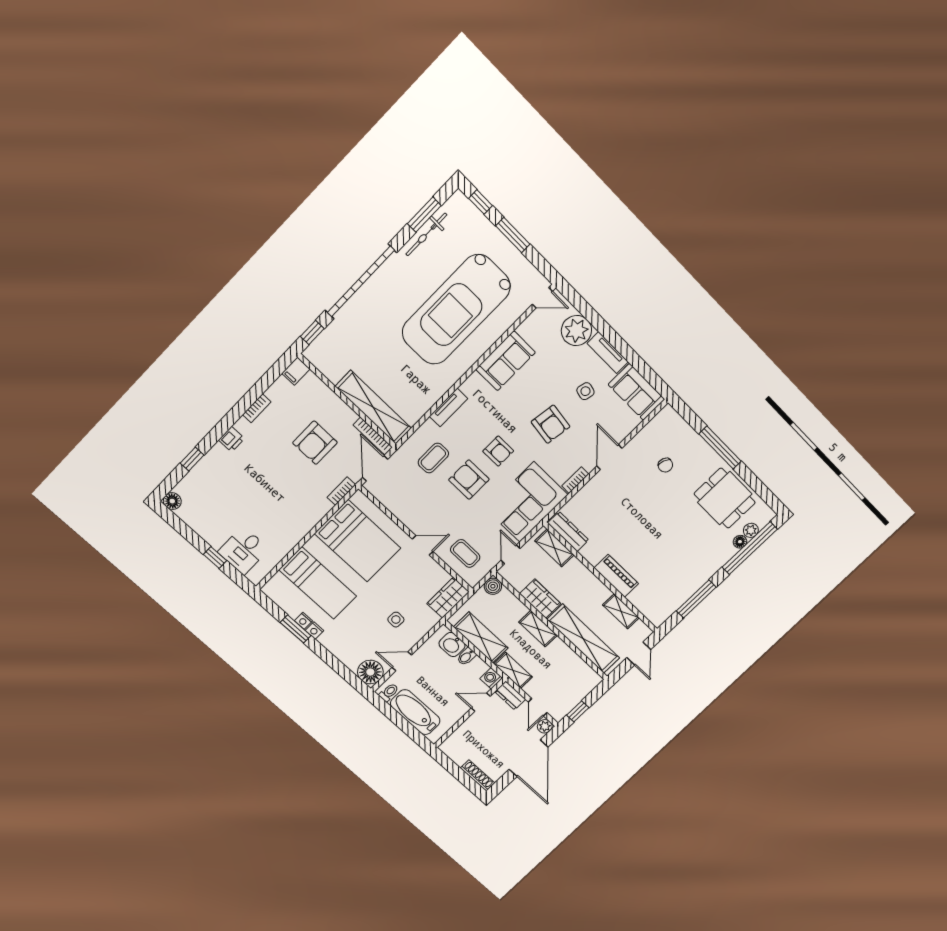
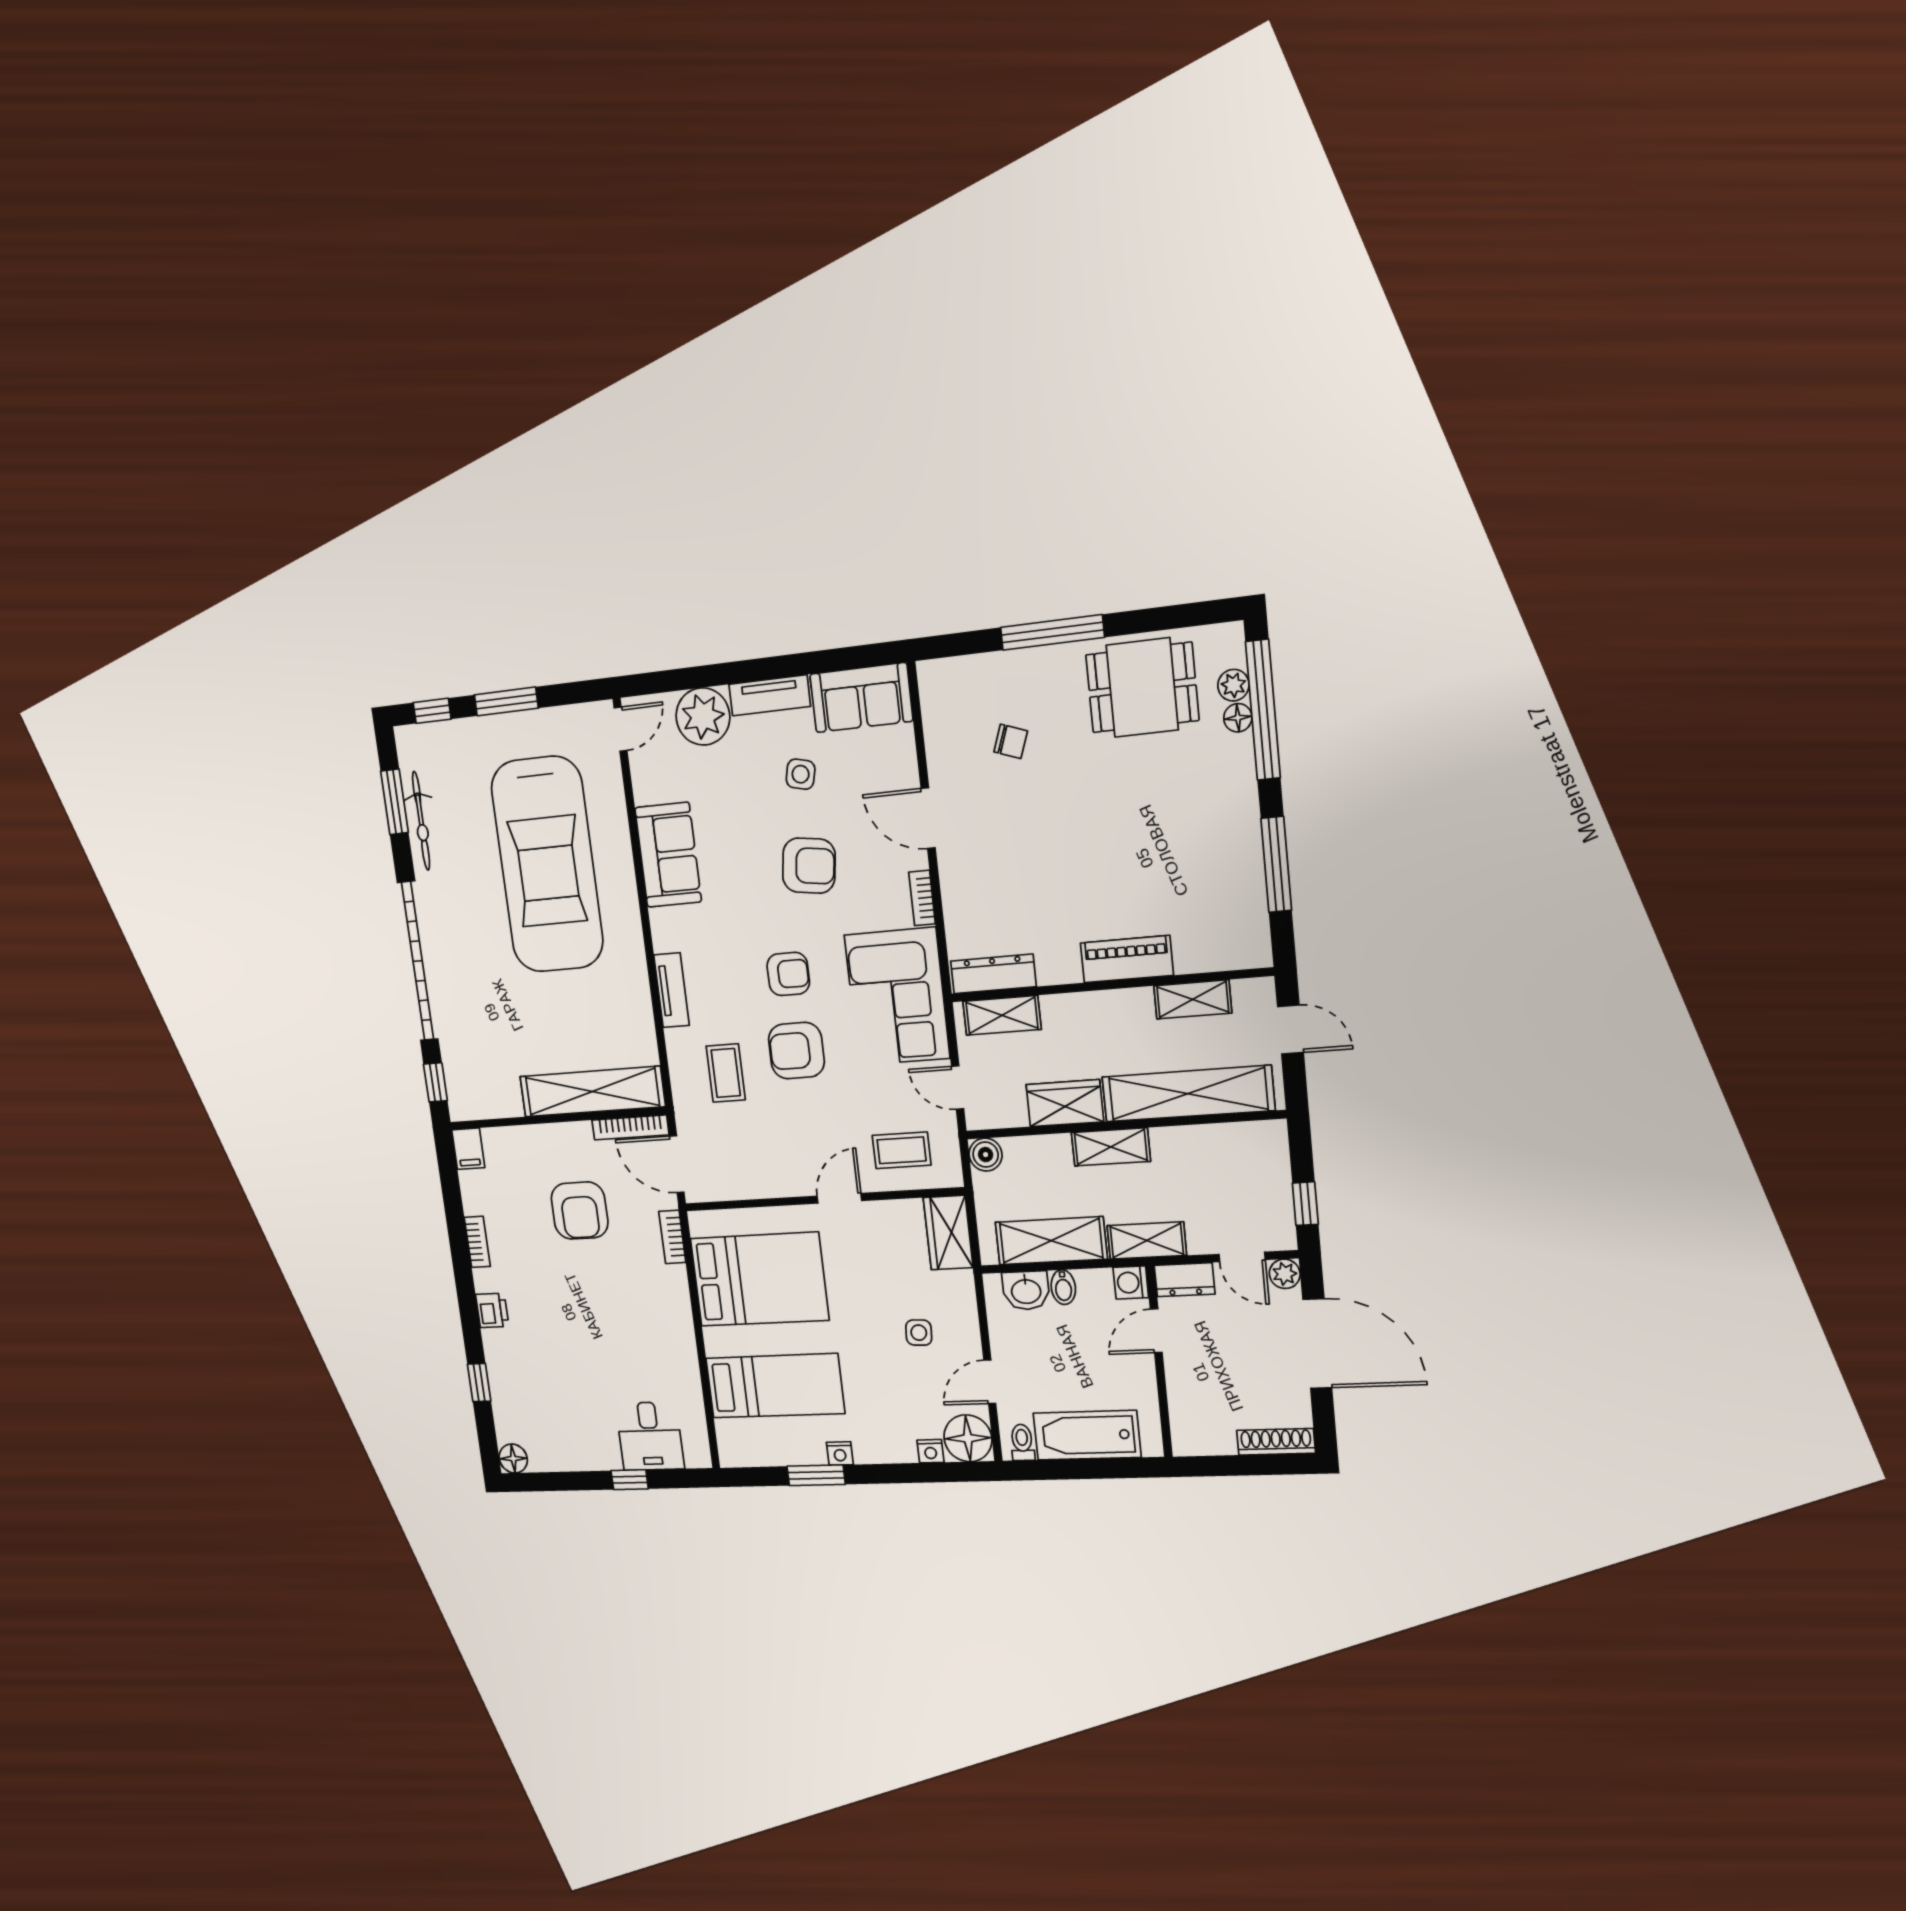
nightstand: (303, 621) -> (931, 1451), moved

